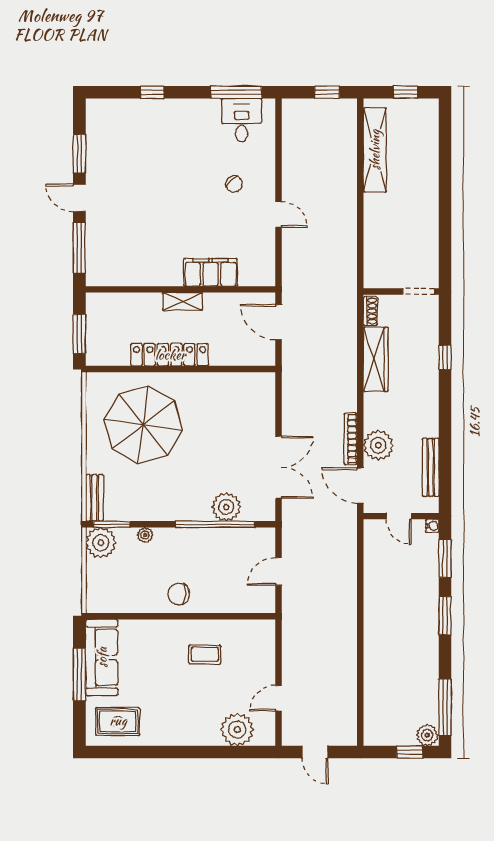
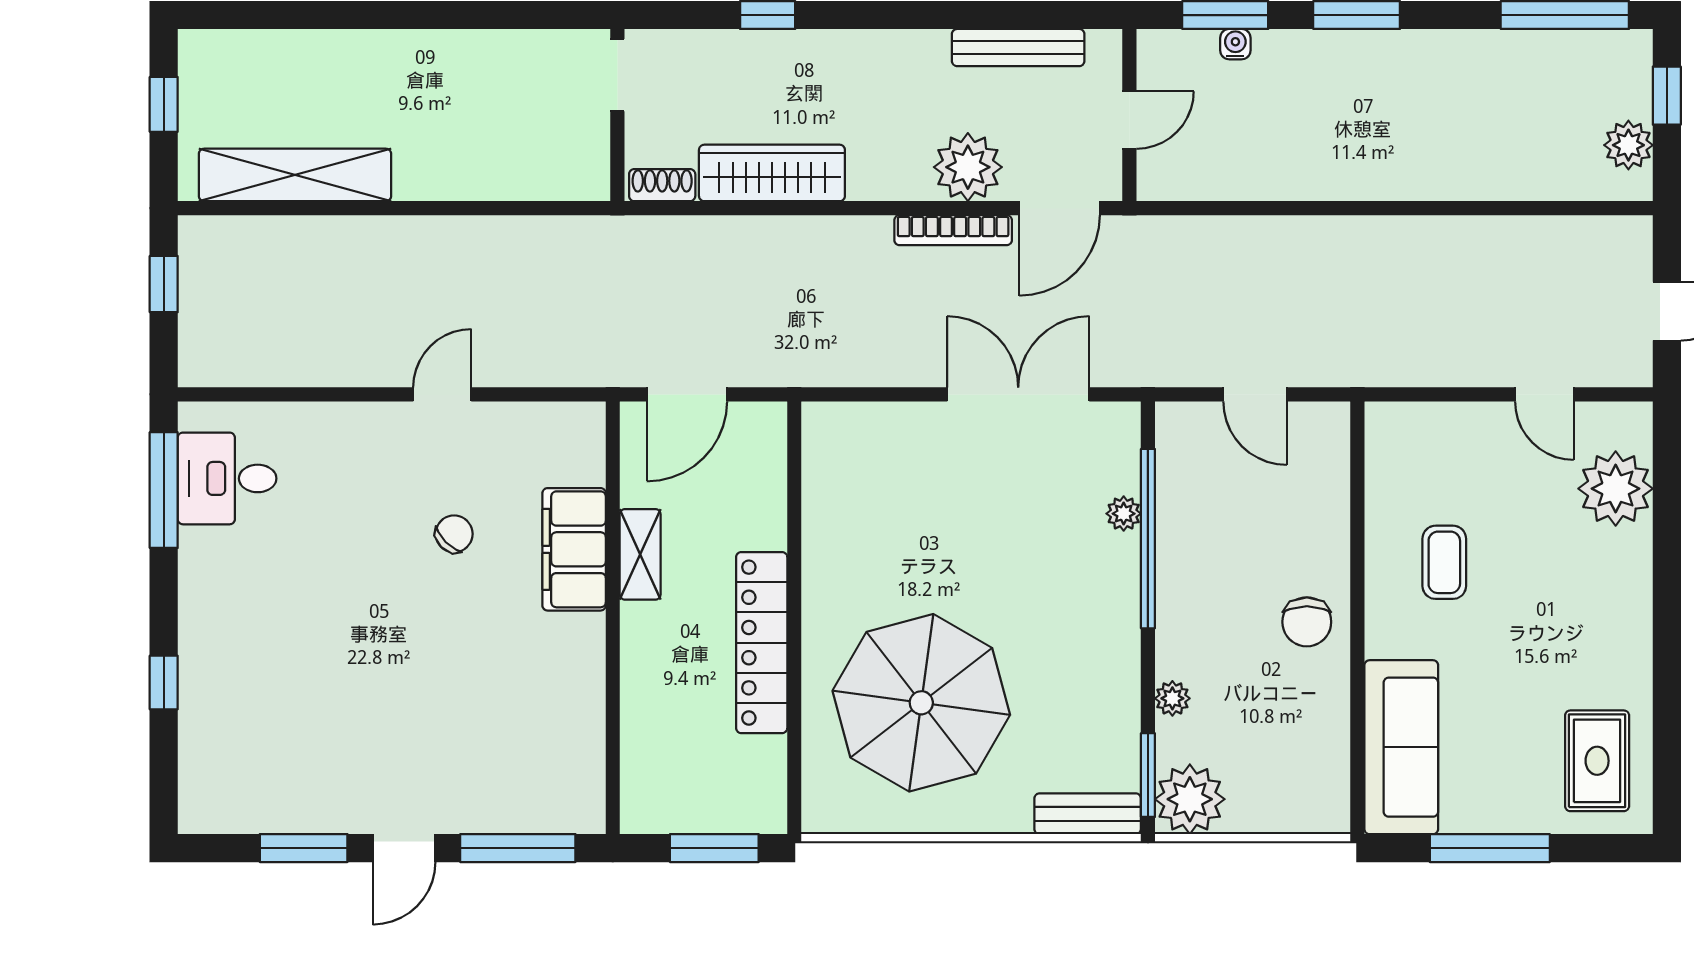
chair: (234, 184) -> (454, 534), moved
shelving: (182, 301) -> (640, 554), moved
plant: (226, 507) -> (1124, 514), width x0.53, depth x0.53
water cooler: (432, 526) -> (1235, 44), moved
sofa: (102, 657) -> (1401, 747), moved, turned 90
plant: (427, 735) -> (1628, 145), moved

